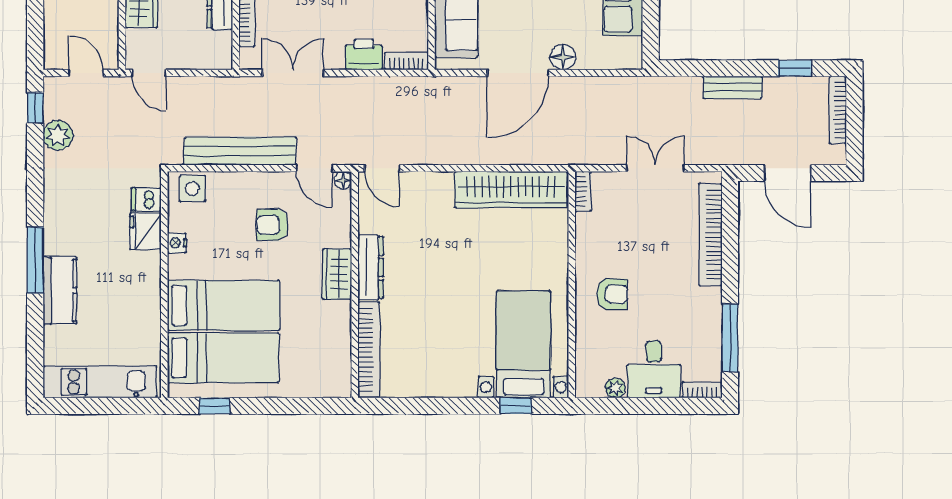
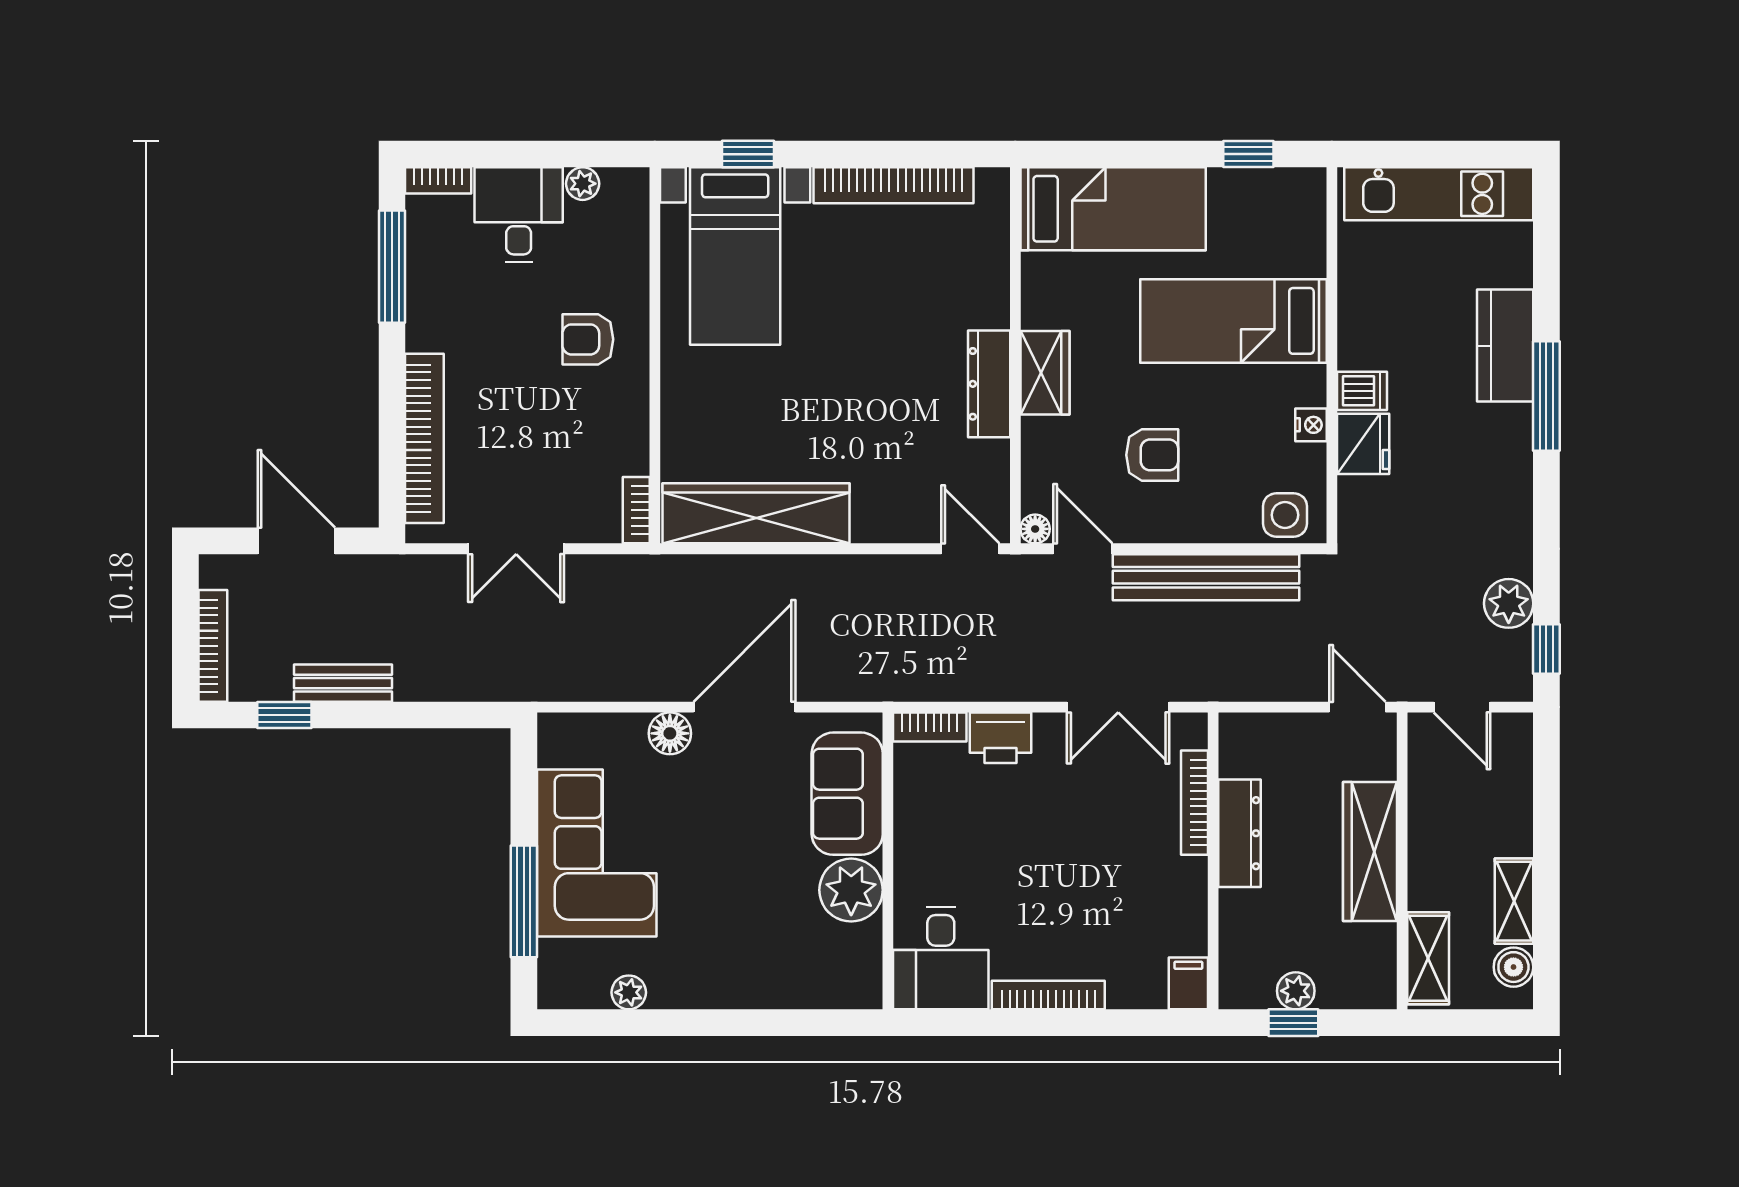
bench: (733, 87) -> (343, 683), moved
dishwasher: (146, 199) -> (1362, 391), moved
bookcase: (369, 350) -> (894, 185), moved, turned -90
bed: (223, 358) -> (1113, 209), moved, turned 180

